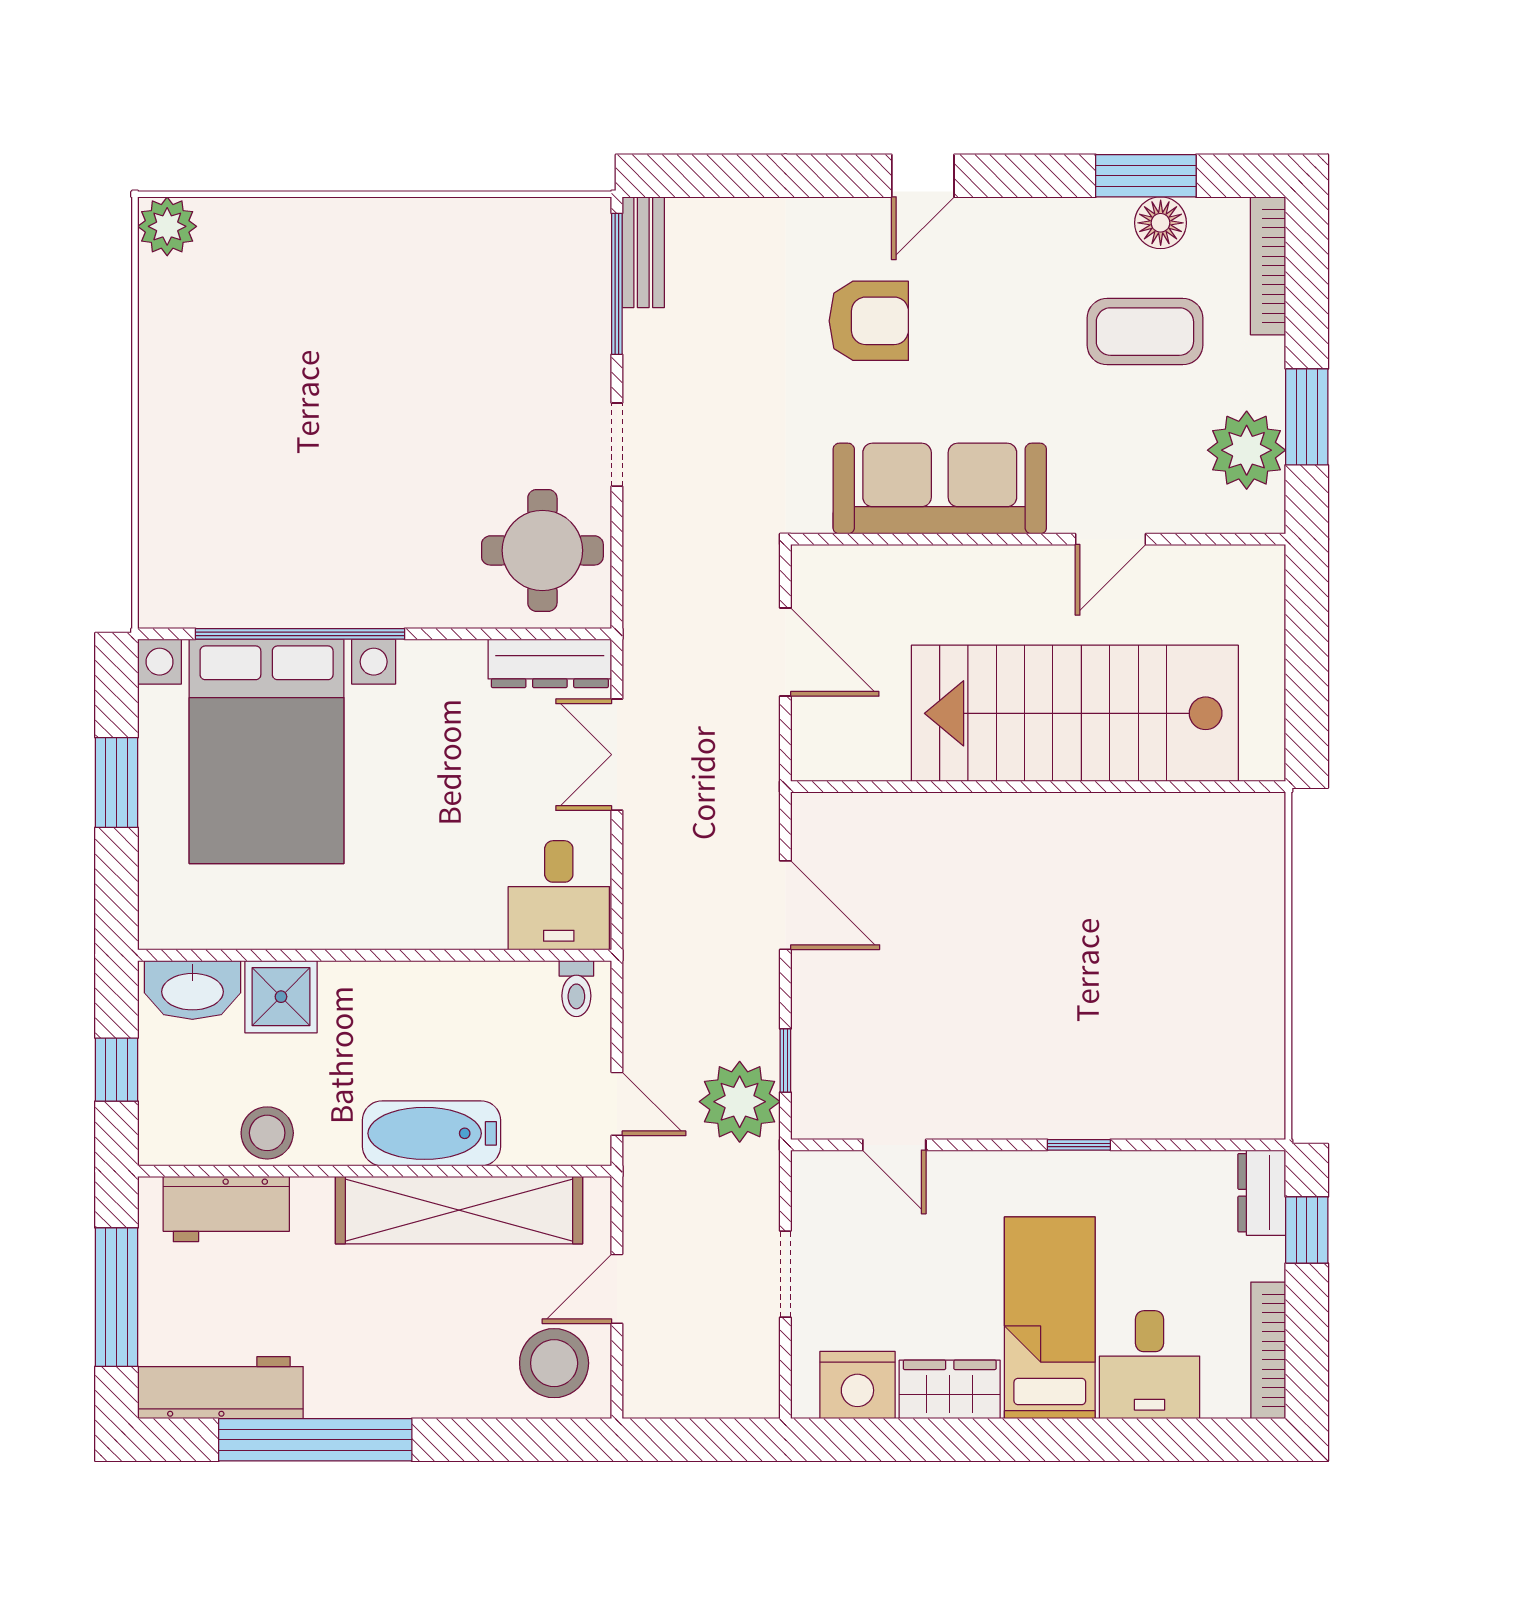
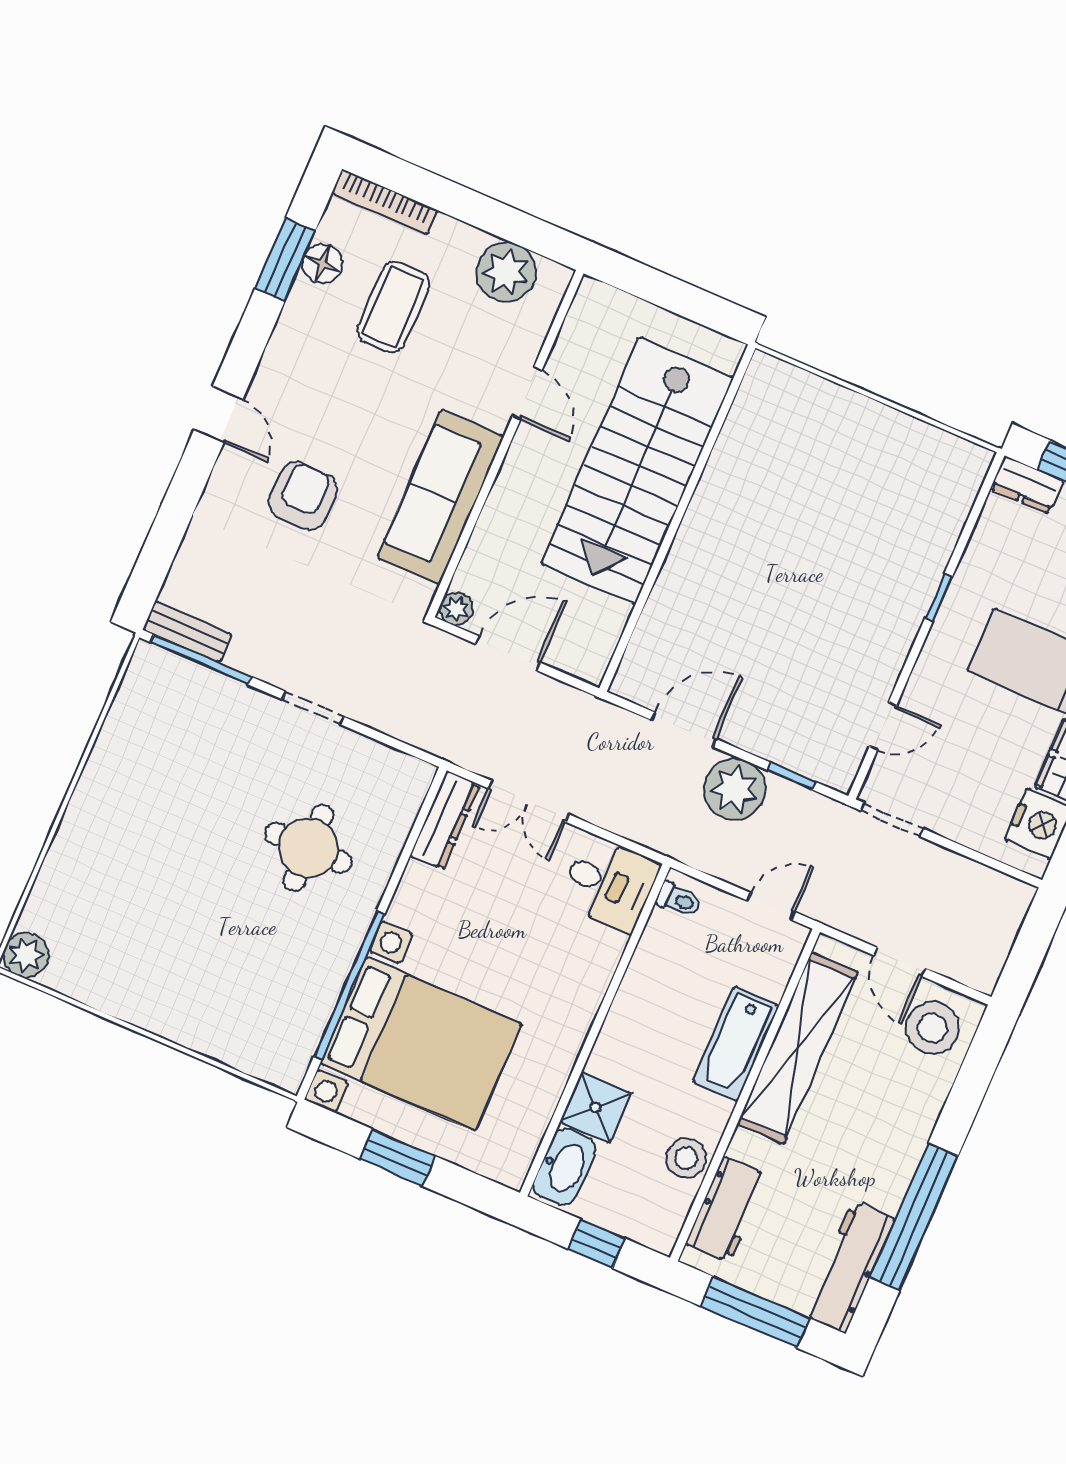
window: (1307, 417) -> (501, 220), removed
round table: (542, 550) -> (308, 848), moved
plant: (812, 566) -> (456, 609), added
plant: (740, 1102) -> (735, 789), moved
doorway: (785, 1274) -> (892, 820), moved

